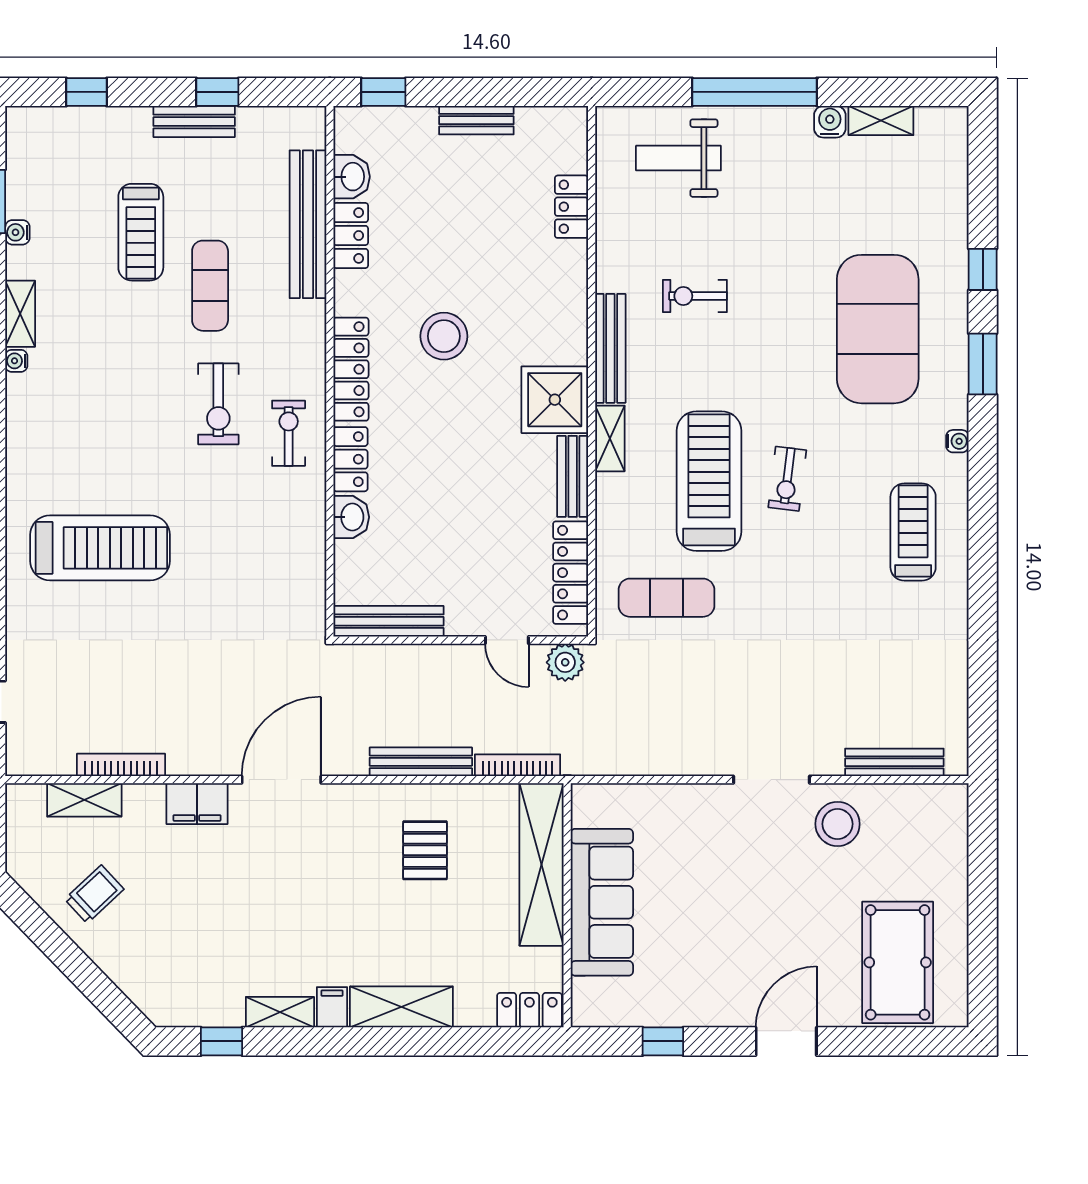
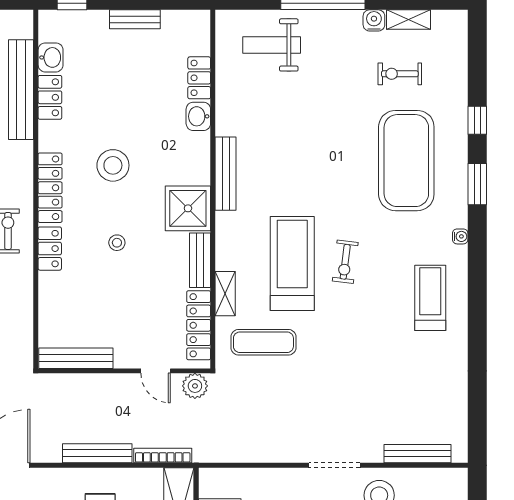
exercise bike: (695, 296) -> (400, 74), moved
shelving: (610, 438) -> (225, 294), moved
stool: (450, 450) -> (117, 243), added
washbasin: (351, 517) -> (198, 116), moved, turned 180

